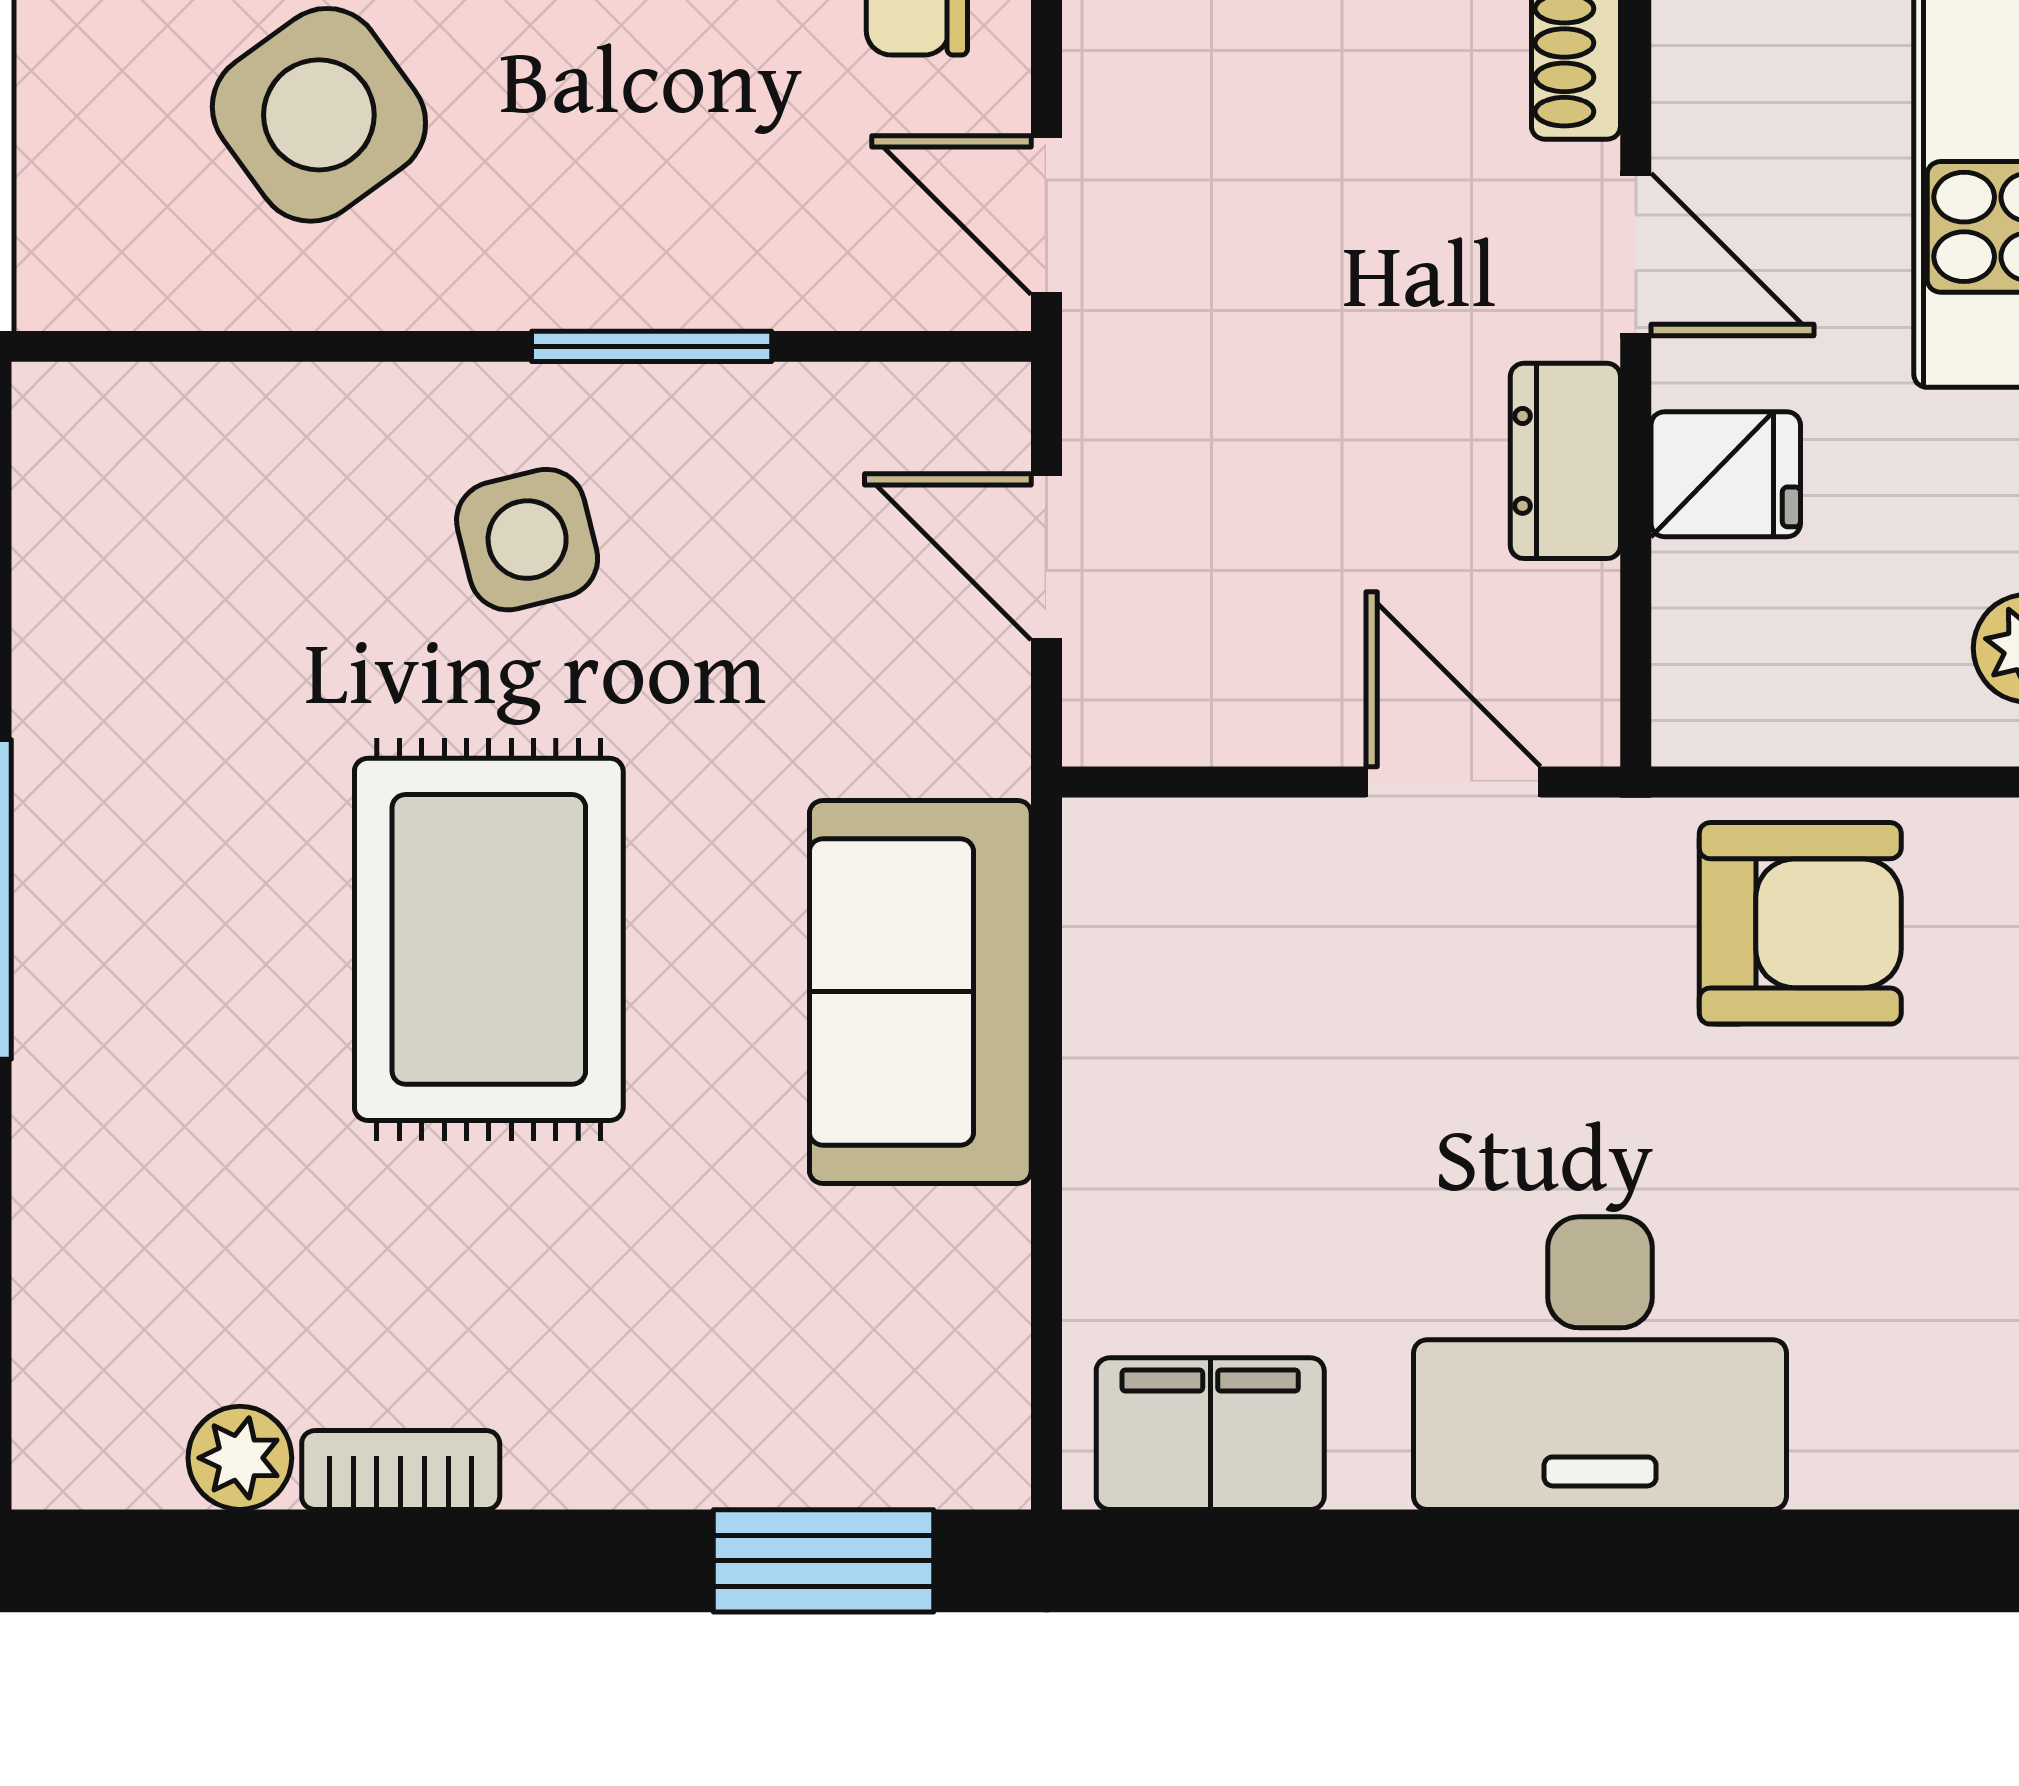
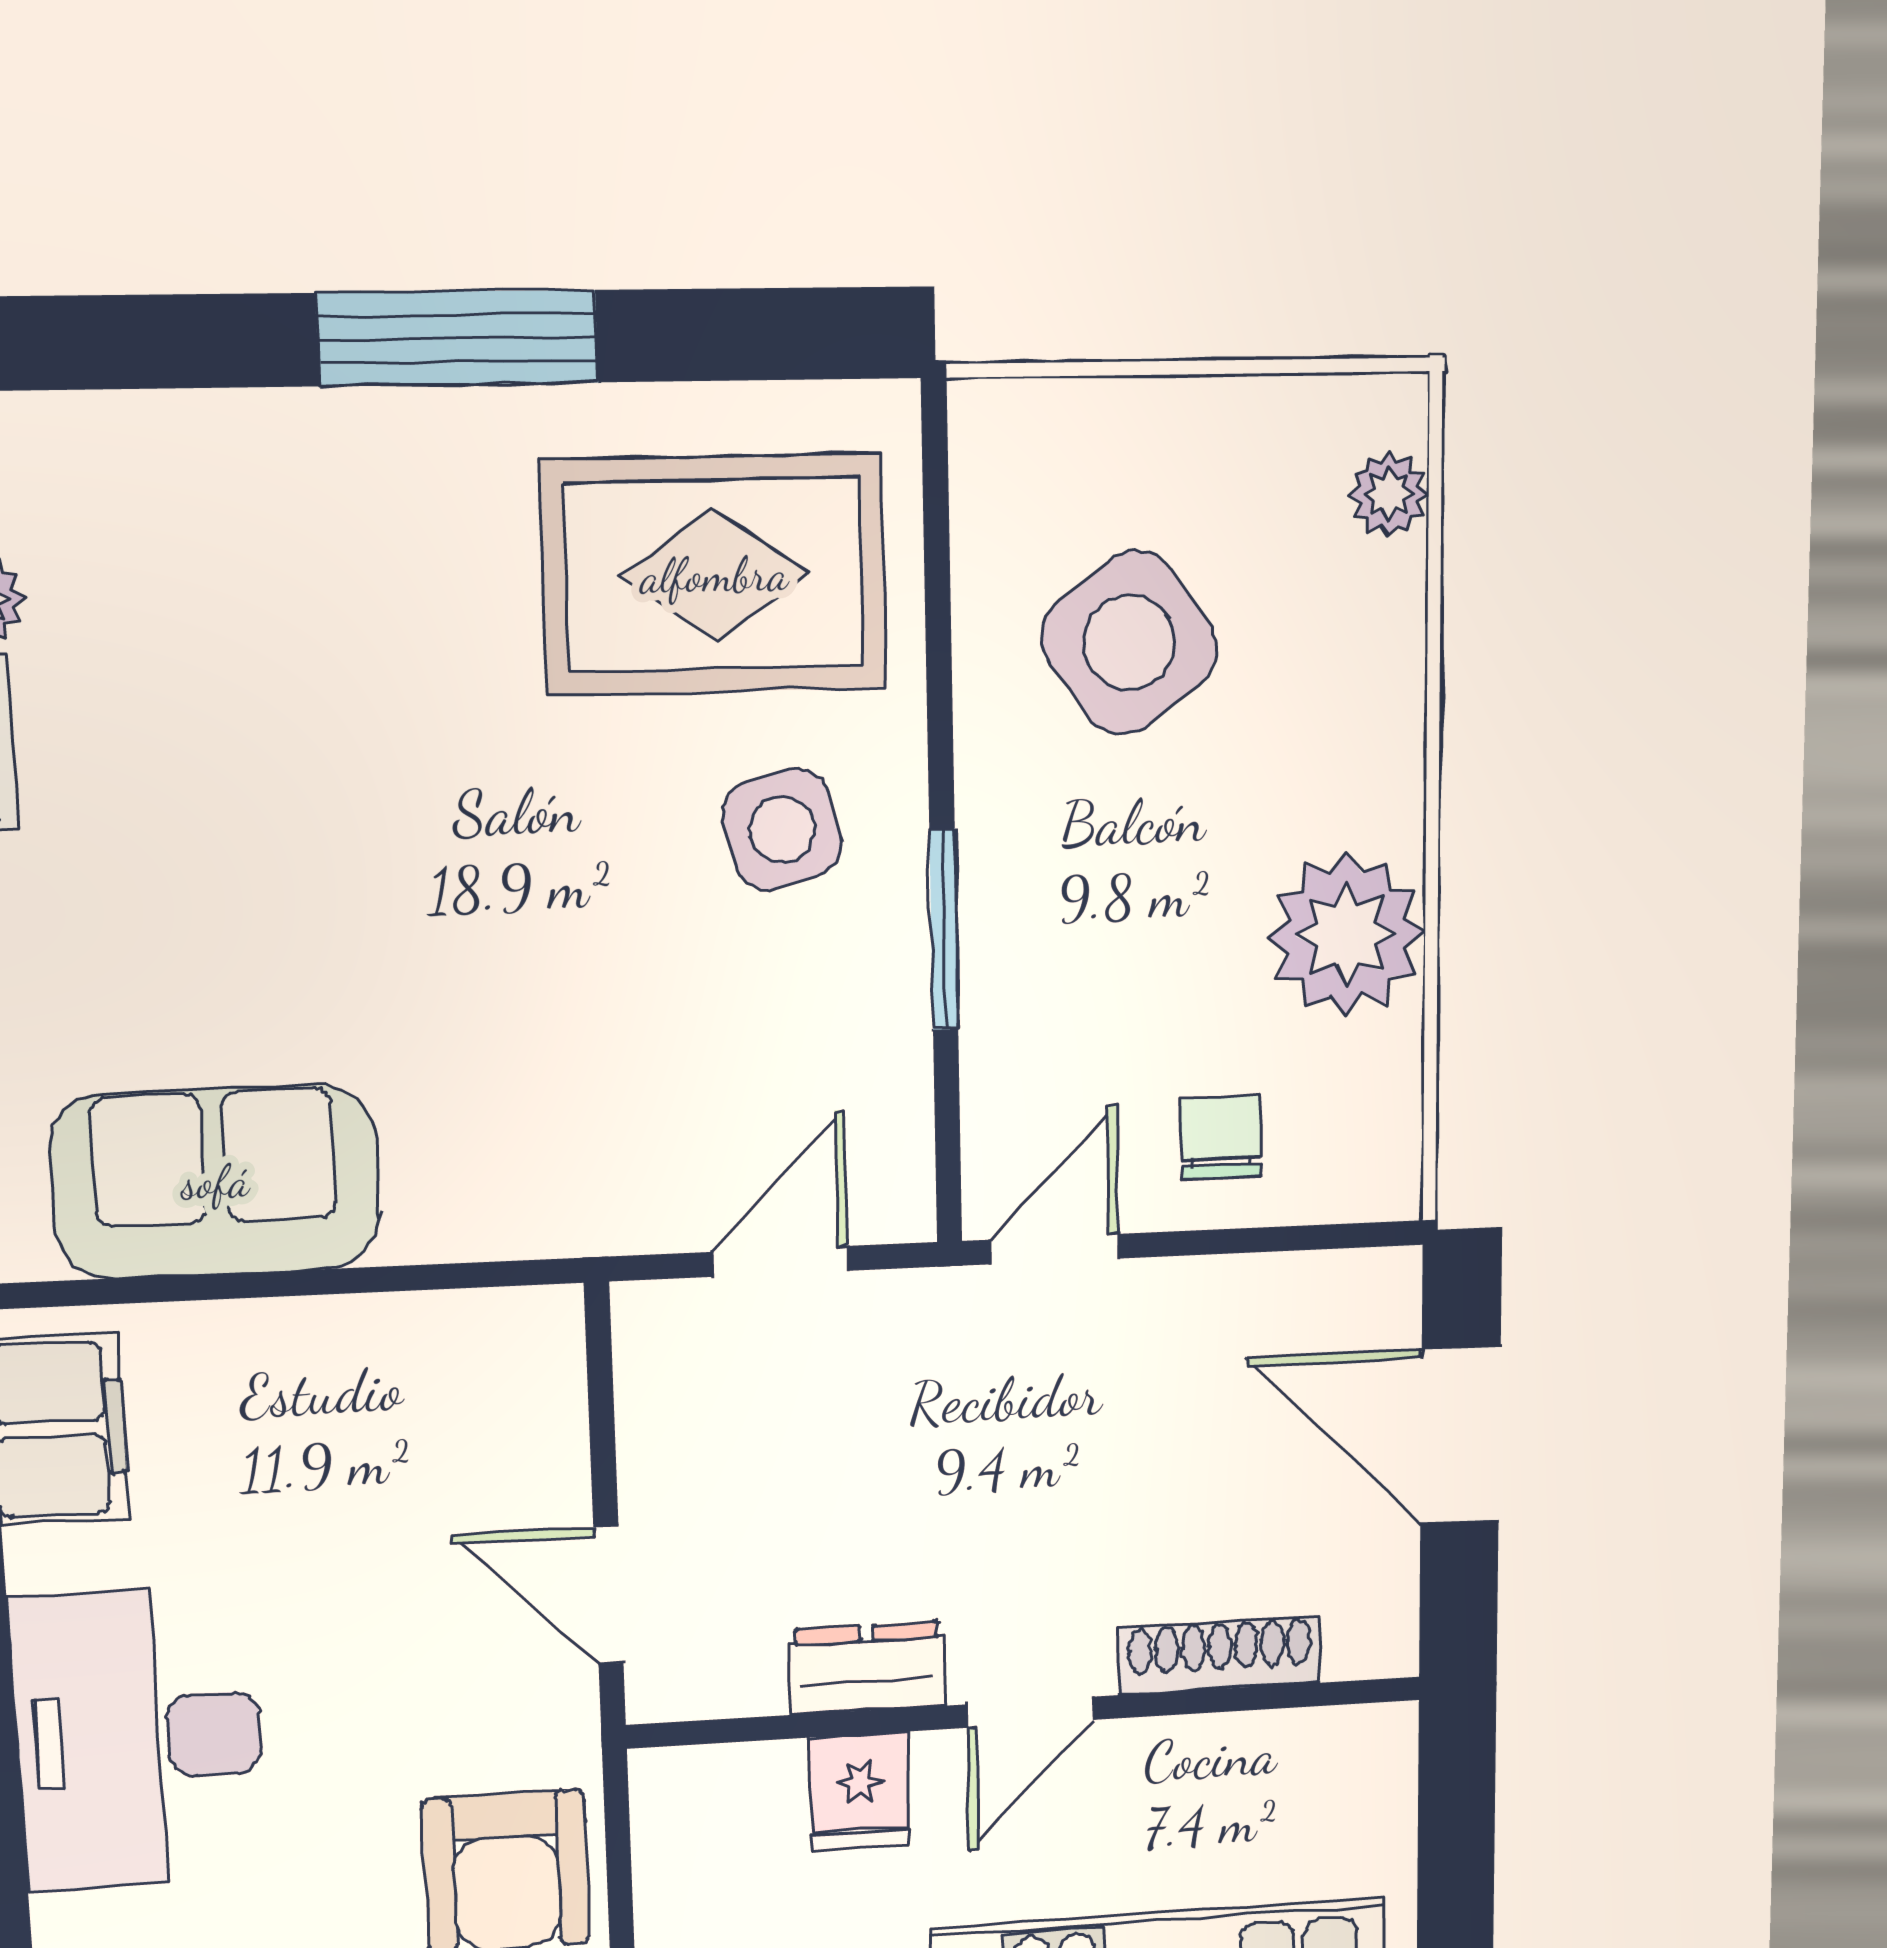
door: (1453, 782) -> (608, 1595), swing flipped
rug: (489, 939) -> (714, 575), moved
sofa: (920, 992) -> (215, 1182), moved

